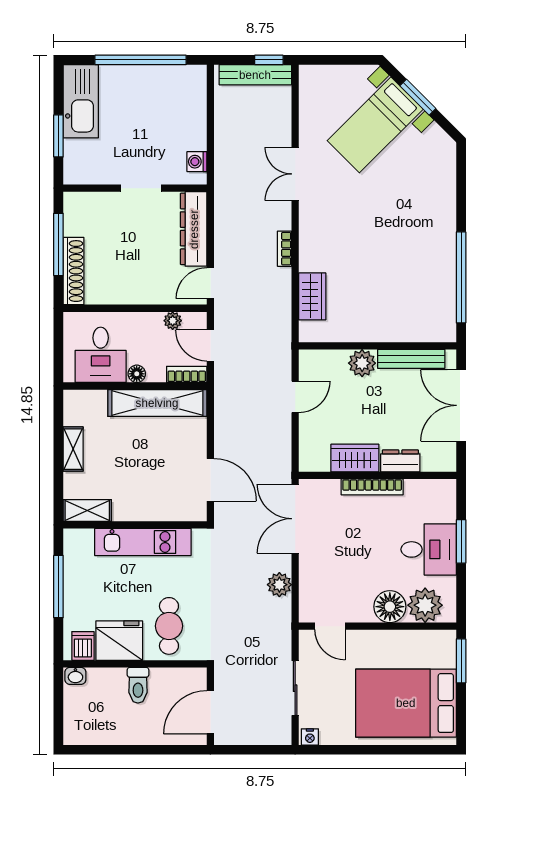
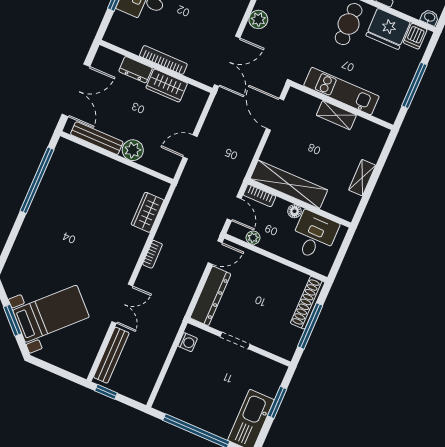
bench: (255, 75) -> (111, 355), moved, turned 90
shelving: (87, 511) -> (336, 115), moved

